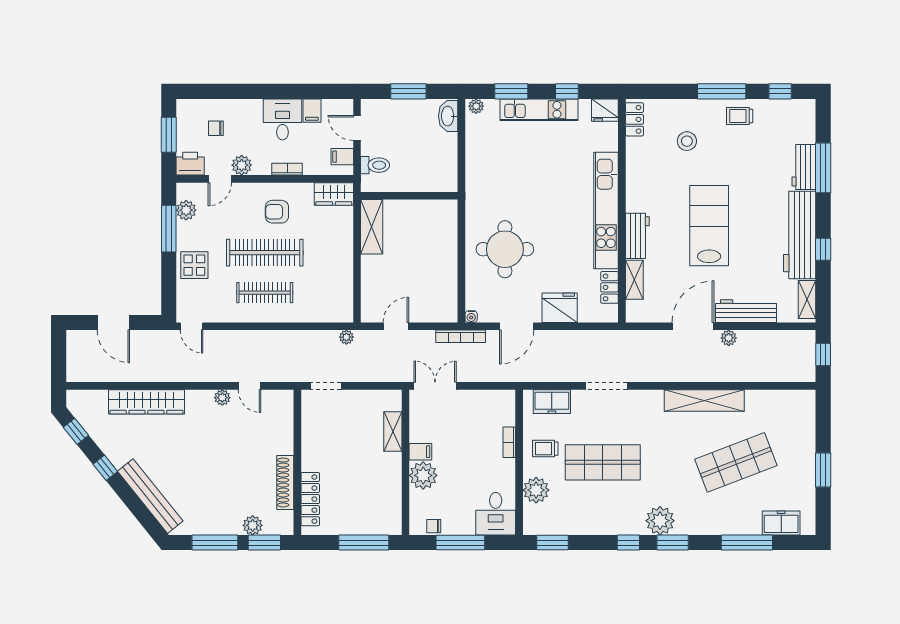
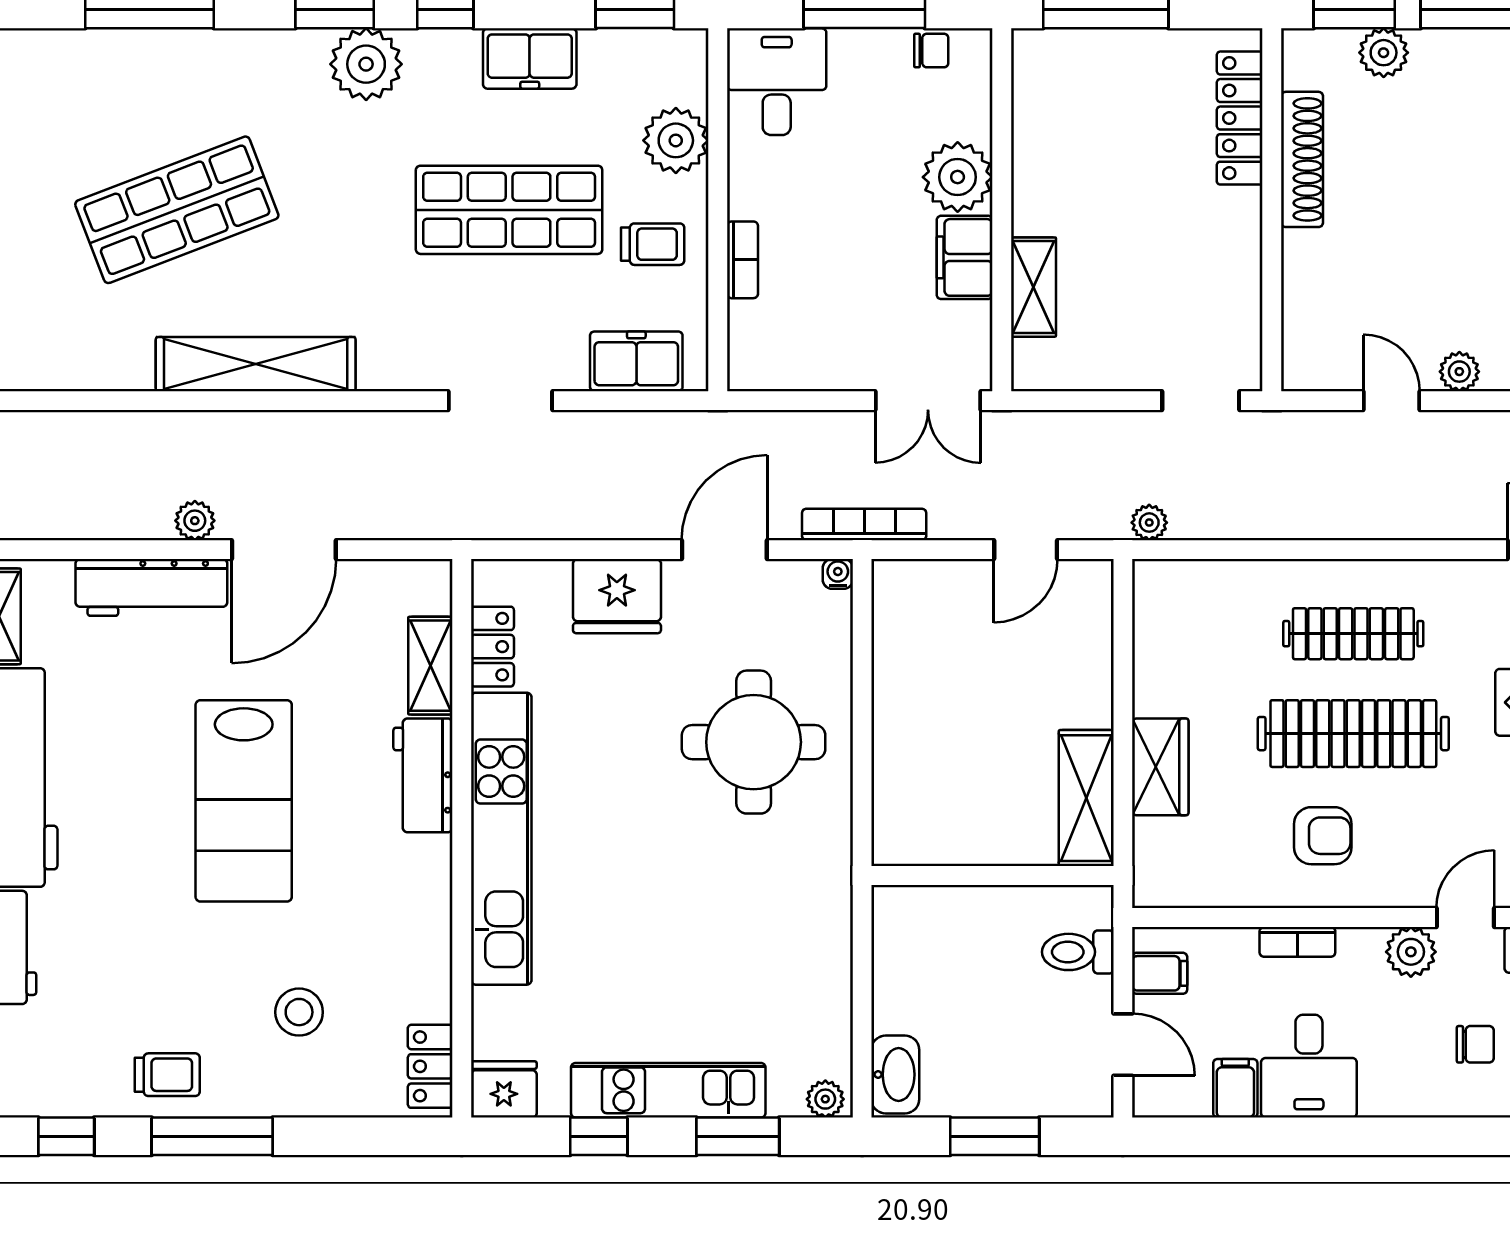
wardrobe: (334, 194) -> (1160, 767), moved, turned 90
filing cabinet: (420, 452) -> (965, 257), width x2.00
freezer: (781, 523) -> (530, 58), moved

